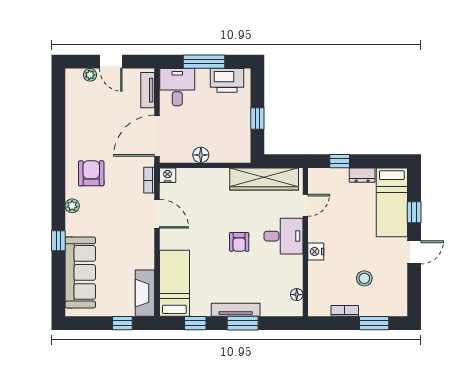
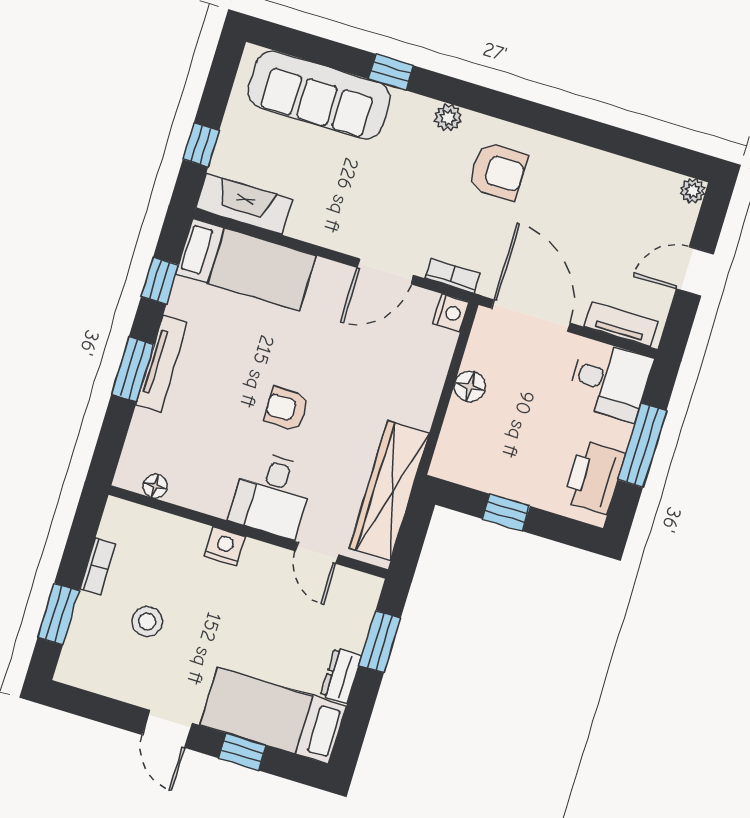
plant: (90, 75) -> (693, 191), moved
window: (340, 161) -> (380, 642), width x1.50

